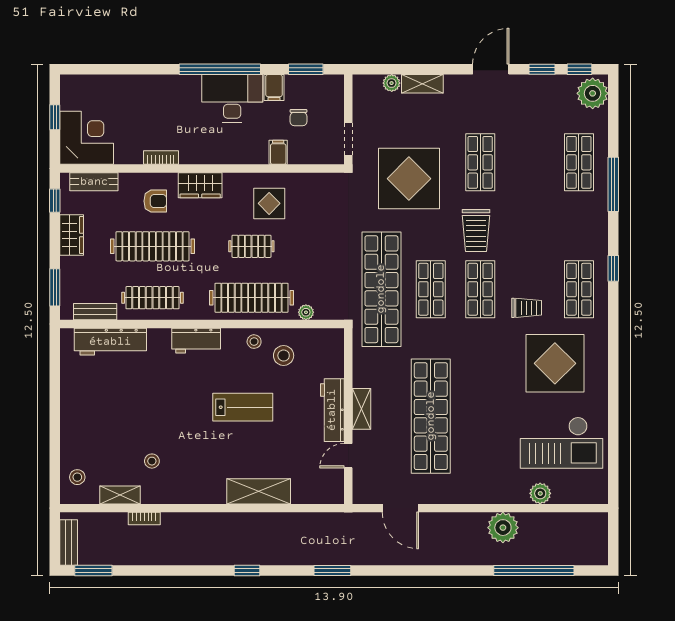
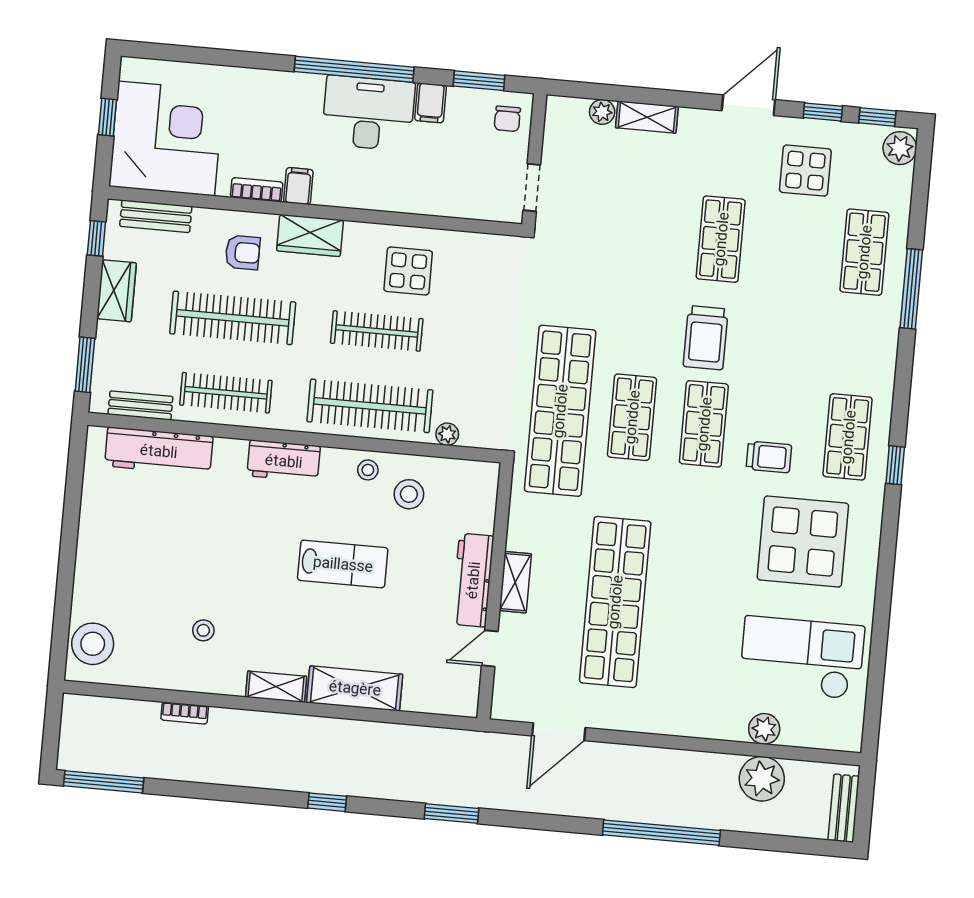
plant: (593, 93) -> (900, 148), width x0.73, depth x0.73
chair: (298, 118) -> (507, 119), moved
corner desk: (87, 138) -> (166, 138), width x1.36, depth x1.36
filing cabinet: (278, 152) -> (298, 186), moved
display table: (409, 179) -> (805, 171), moved, width x0.54, depth x0.54
clothes rail: (251, 246) -> (377, 331), width x1.36
window: (613, 268) -> (895, 465), moved
checkout: (562, 443) -> (802, 658), turned 180
stool: (77, 477) -> (93, 644), width x1.89, depth x1.89
shelving: (120, 495) -> (276, 687), moved
door: (400, 508) -> (559, 732), hinge flipped
plant: (503, 528) -> (762, 779), moved
bench: (69, 543) -> (844, 808), moved
window: (93, 570) -> (104, 782), width x1.44
window: (534, 570) -> (661, 833), moved

